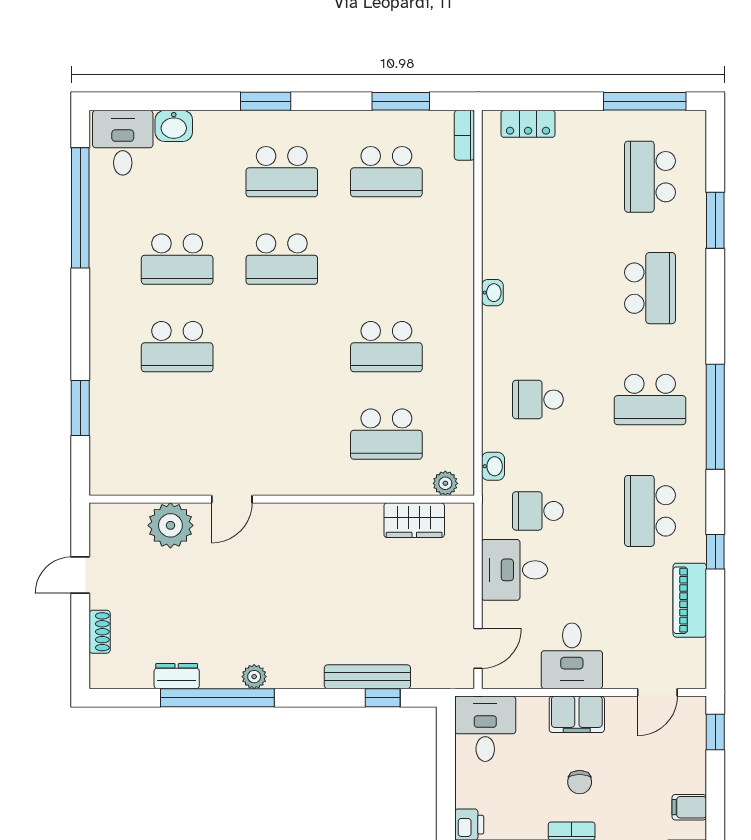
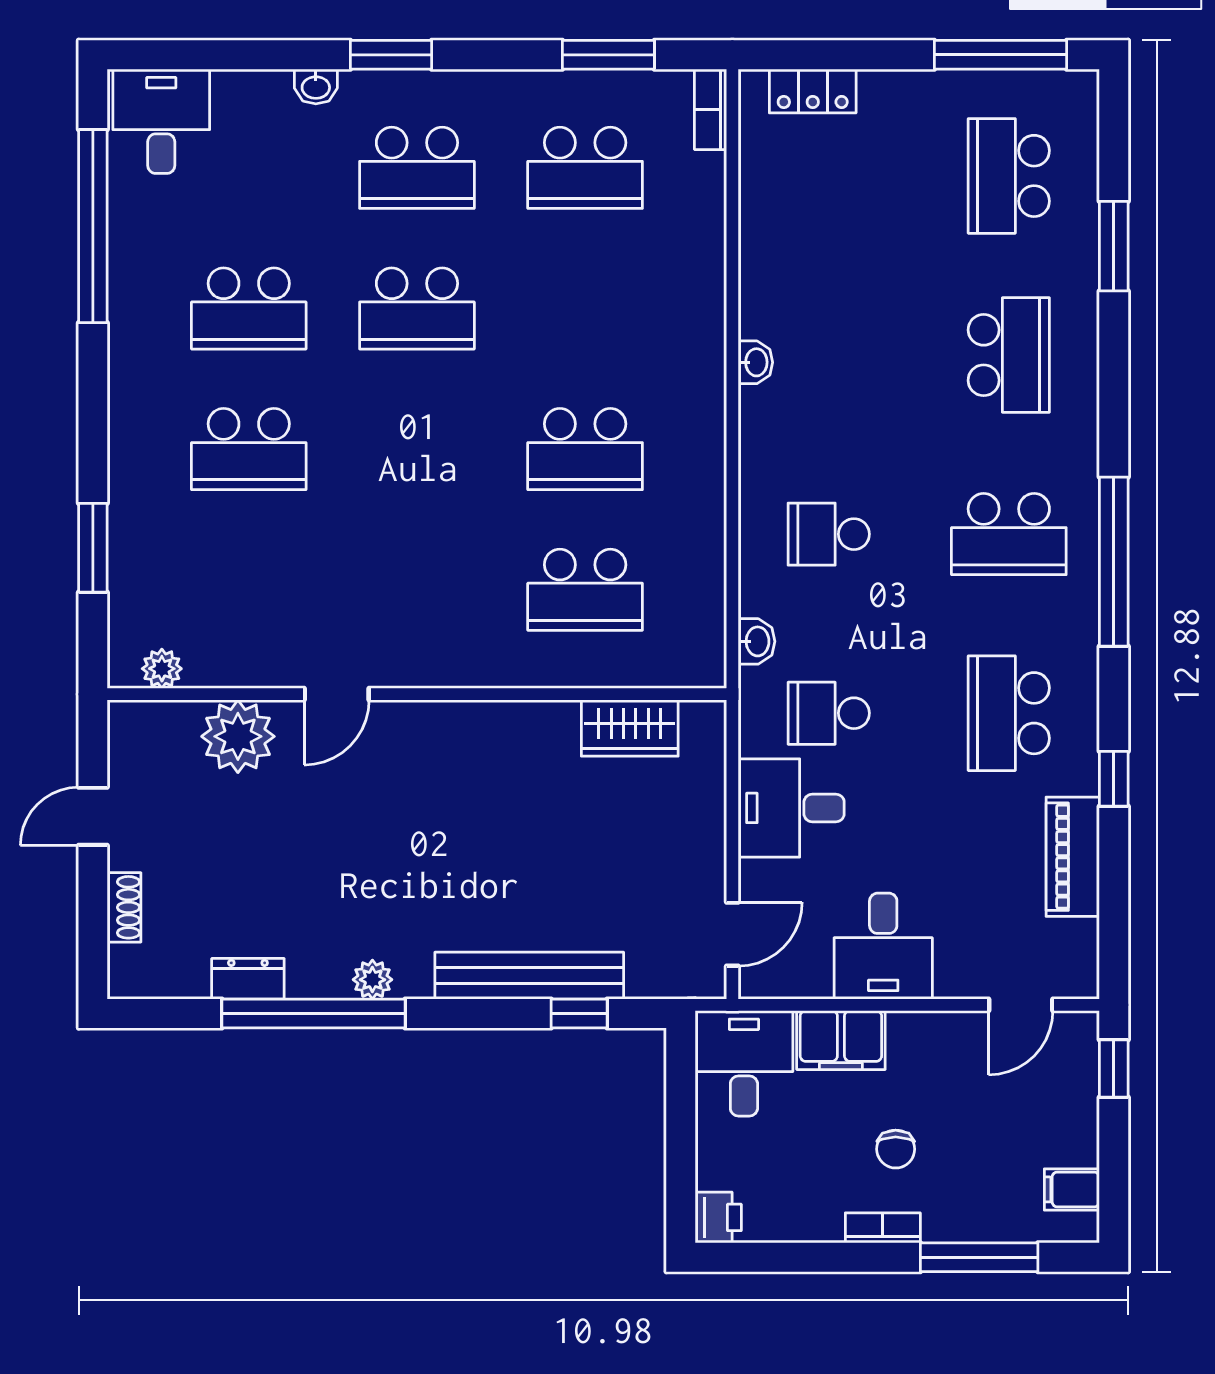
washbasin: (174, 126) -> (316, 87), moved, width x0.72, depth x0.69
plant: (445, 483) -> (162, 669), moved
bench: (367, 677) -> (529, 976), width x1.37, depth x1.21
filing cabinet: (577, 714) -> (841, 1040), moved

